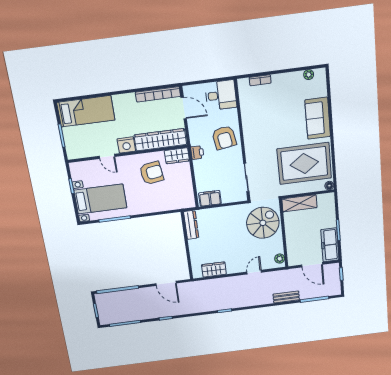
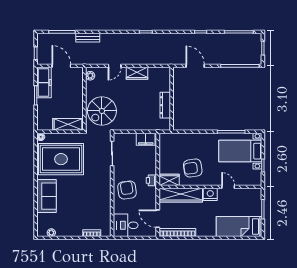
dresser: (191, 225) -> (165, 105), moved
wardrobe: (214, 269) -> (137, 73), moved

